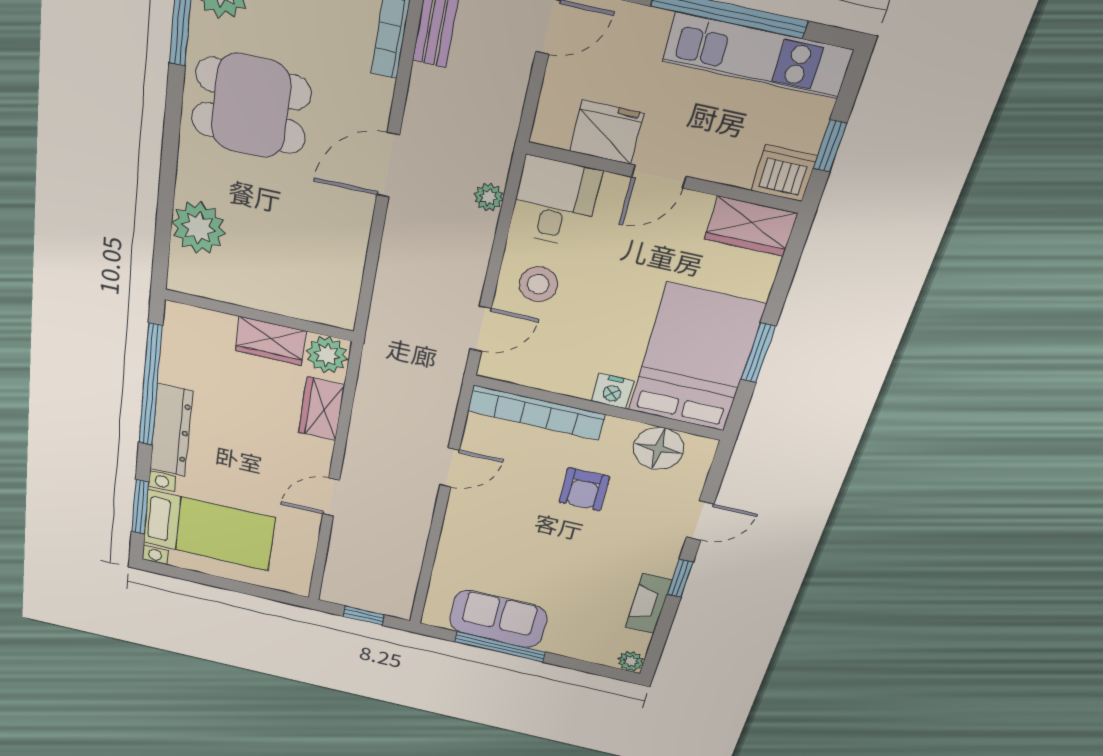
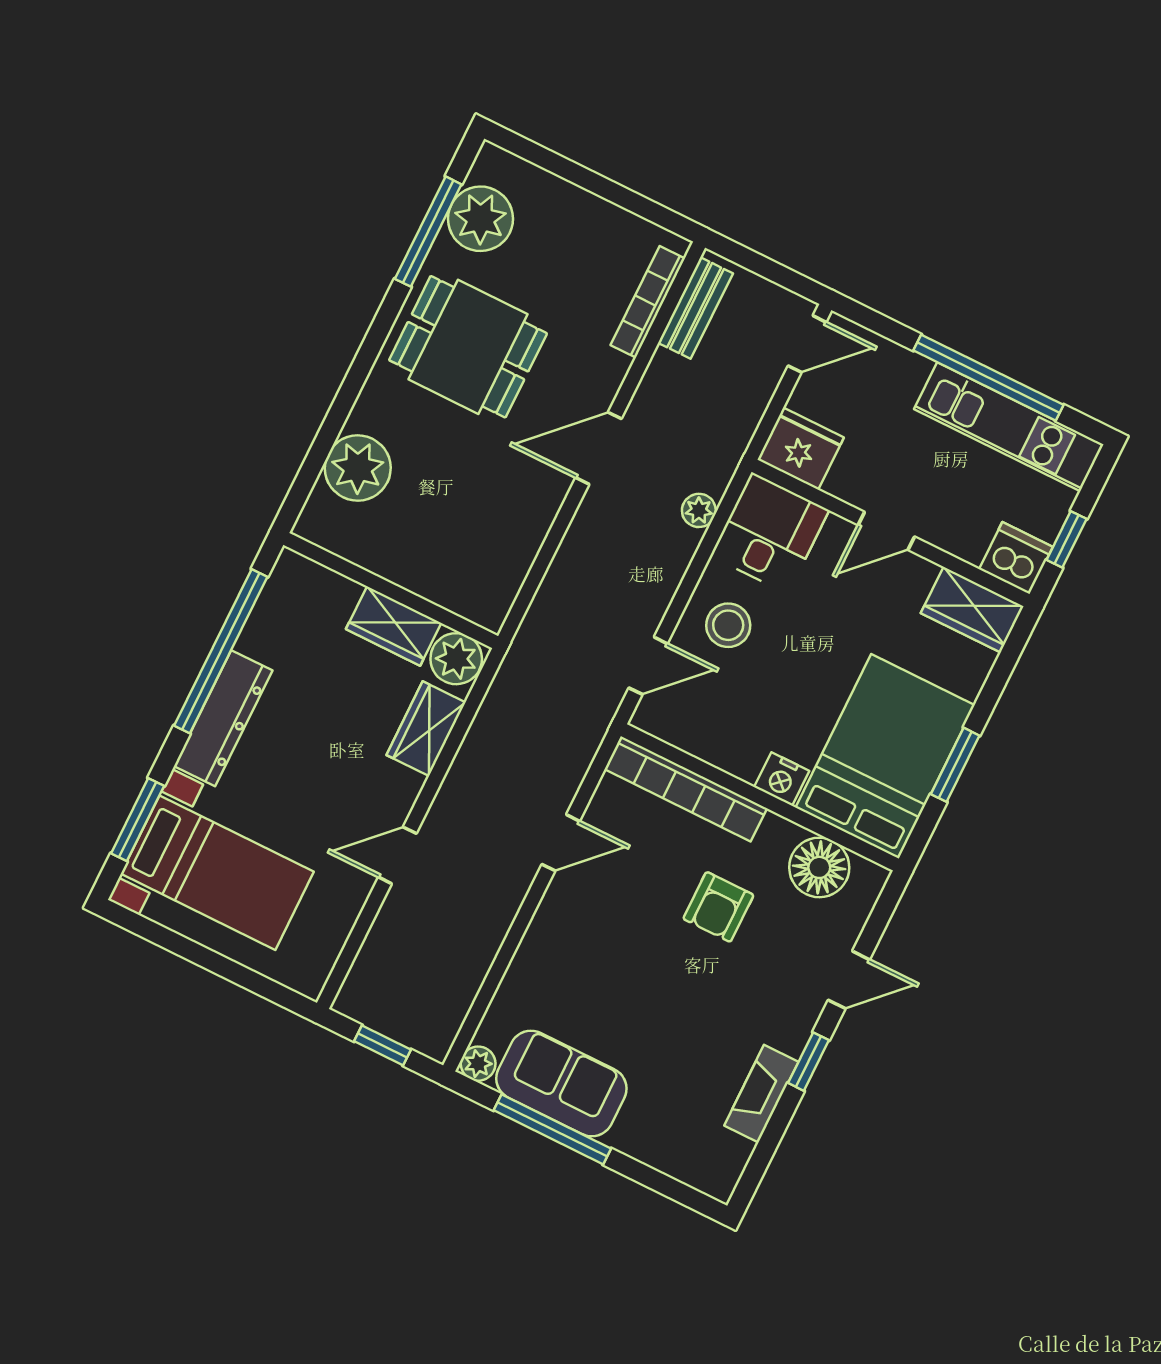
fridge: (607, 132) -> (801, 449), moved
plant: (631, 661) -> (478, 1064), moved

